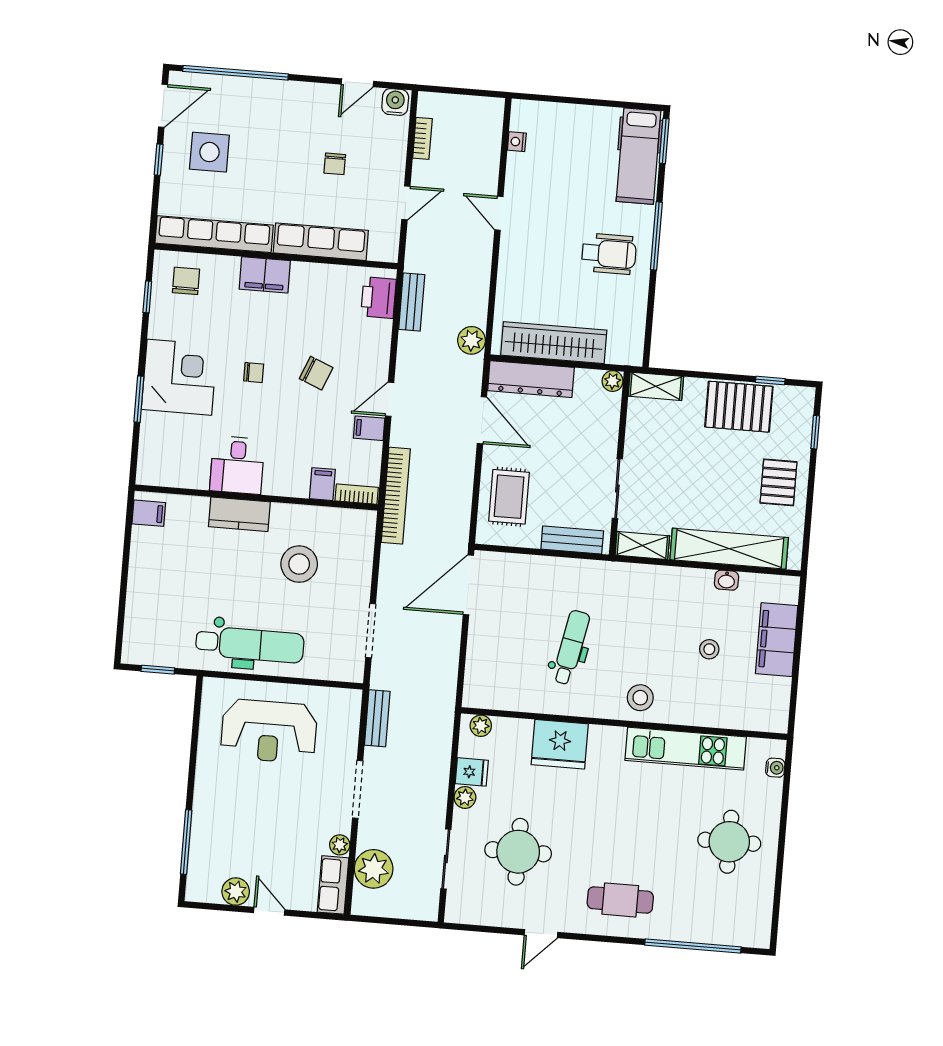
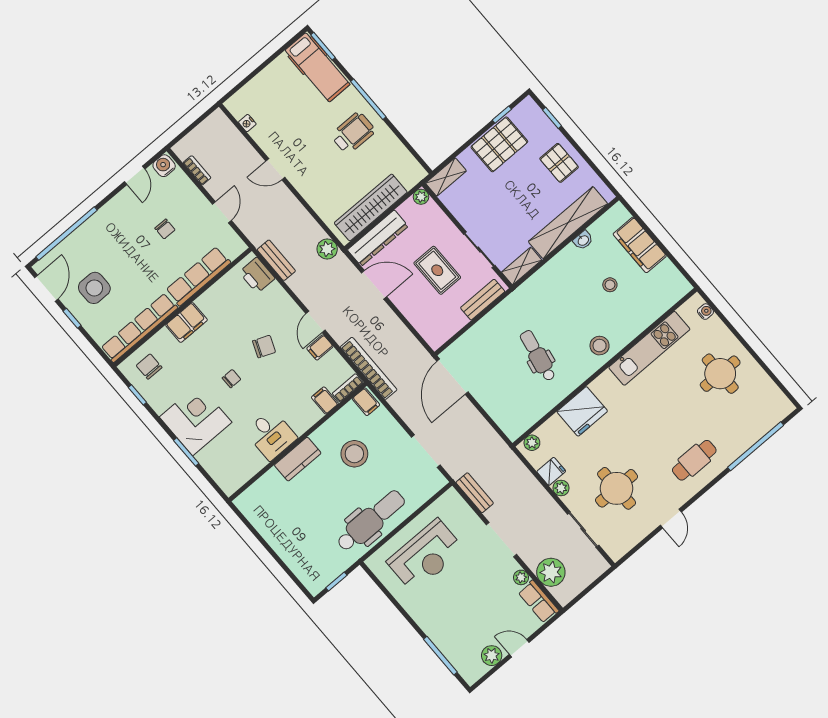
rug: (509, 497) -> (437, 270), moved
filing cabinet: (149, 513) -> (366, 402), moved, turned 90

